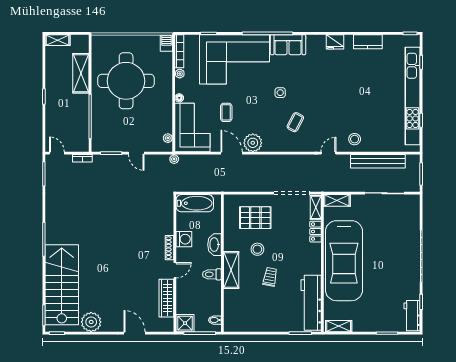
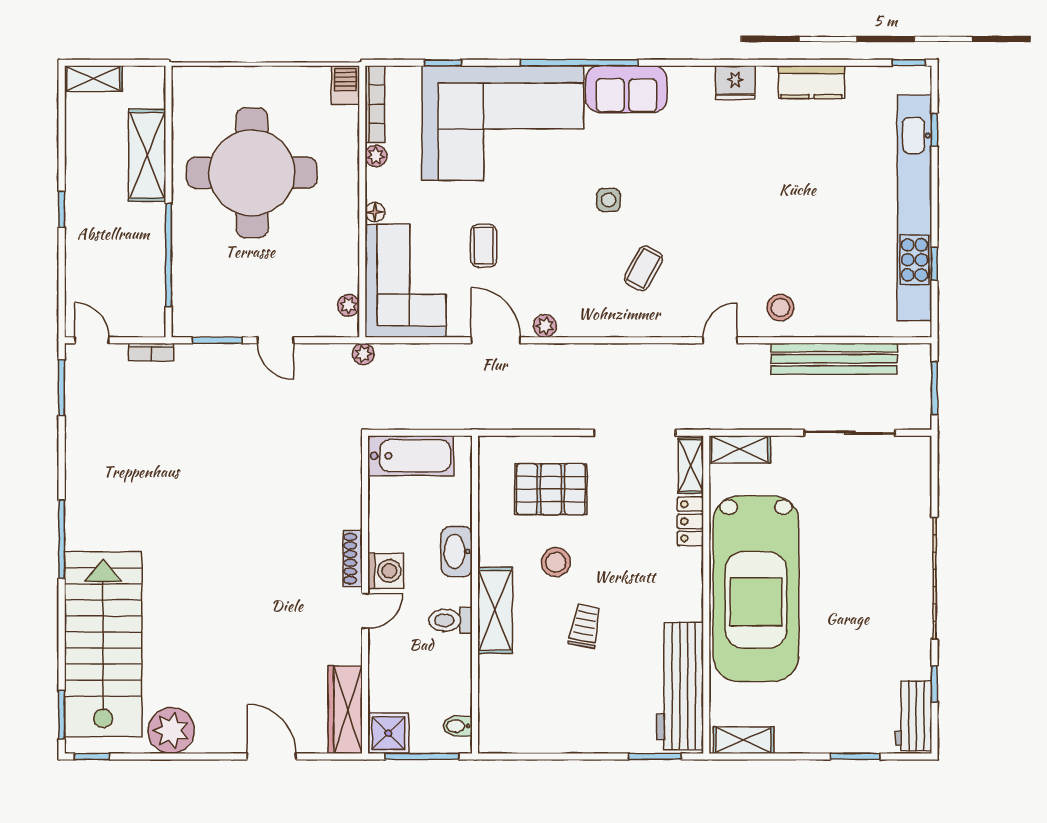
plant: (253, 143) -> (545, 326), width x0.53, depth x0.53
washing machine: (184, 239) -> (386, 571), moved
wardrobe: (166, 298) -> (345, 710), moved

